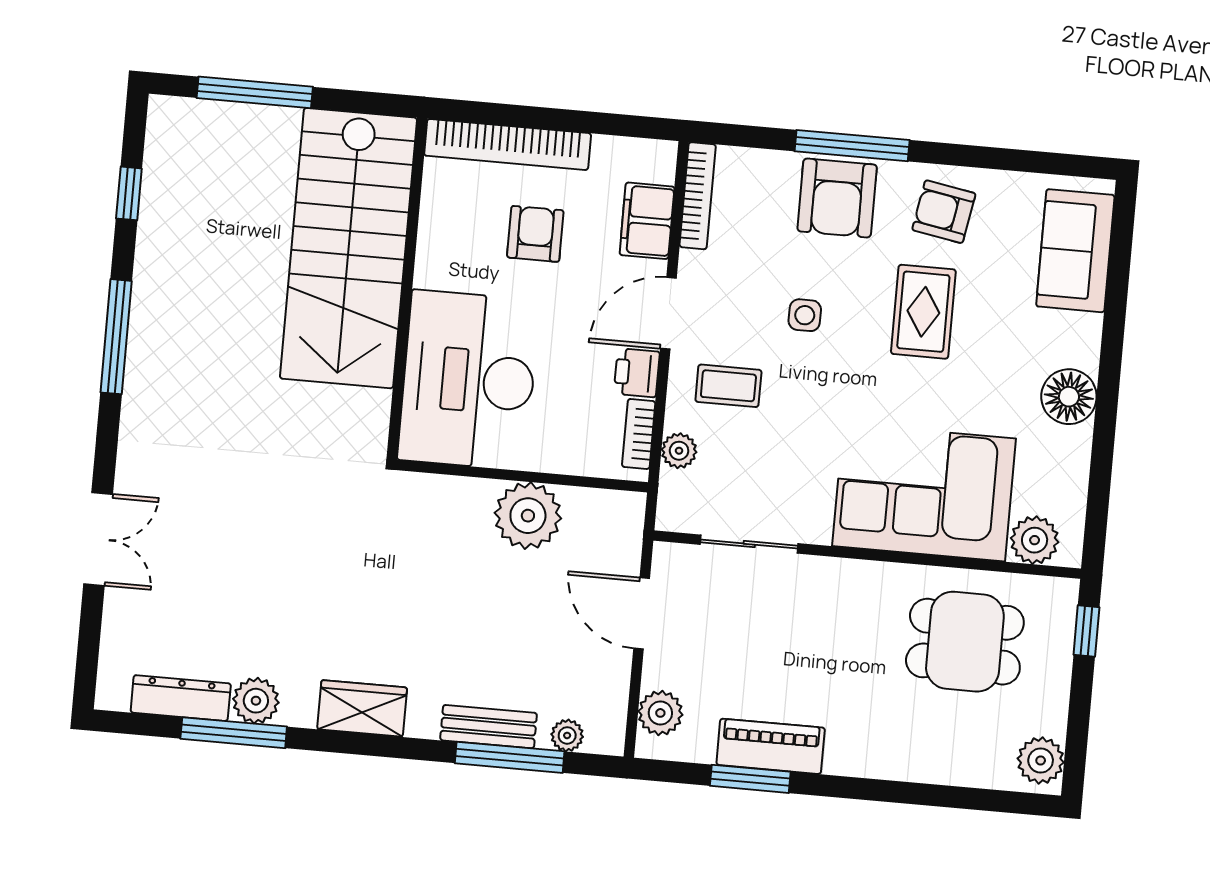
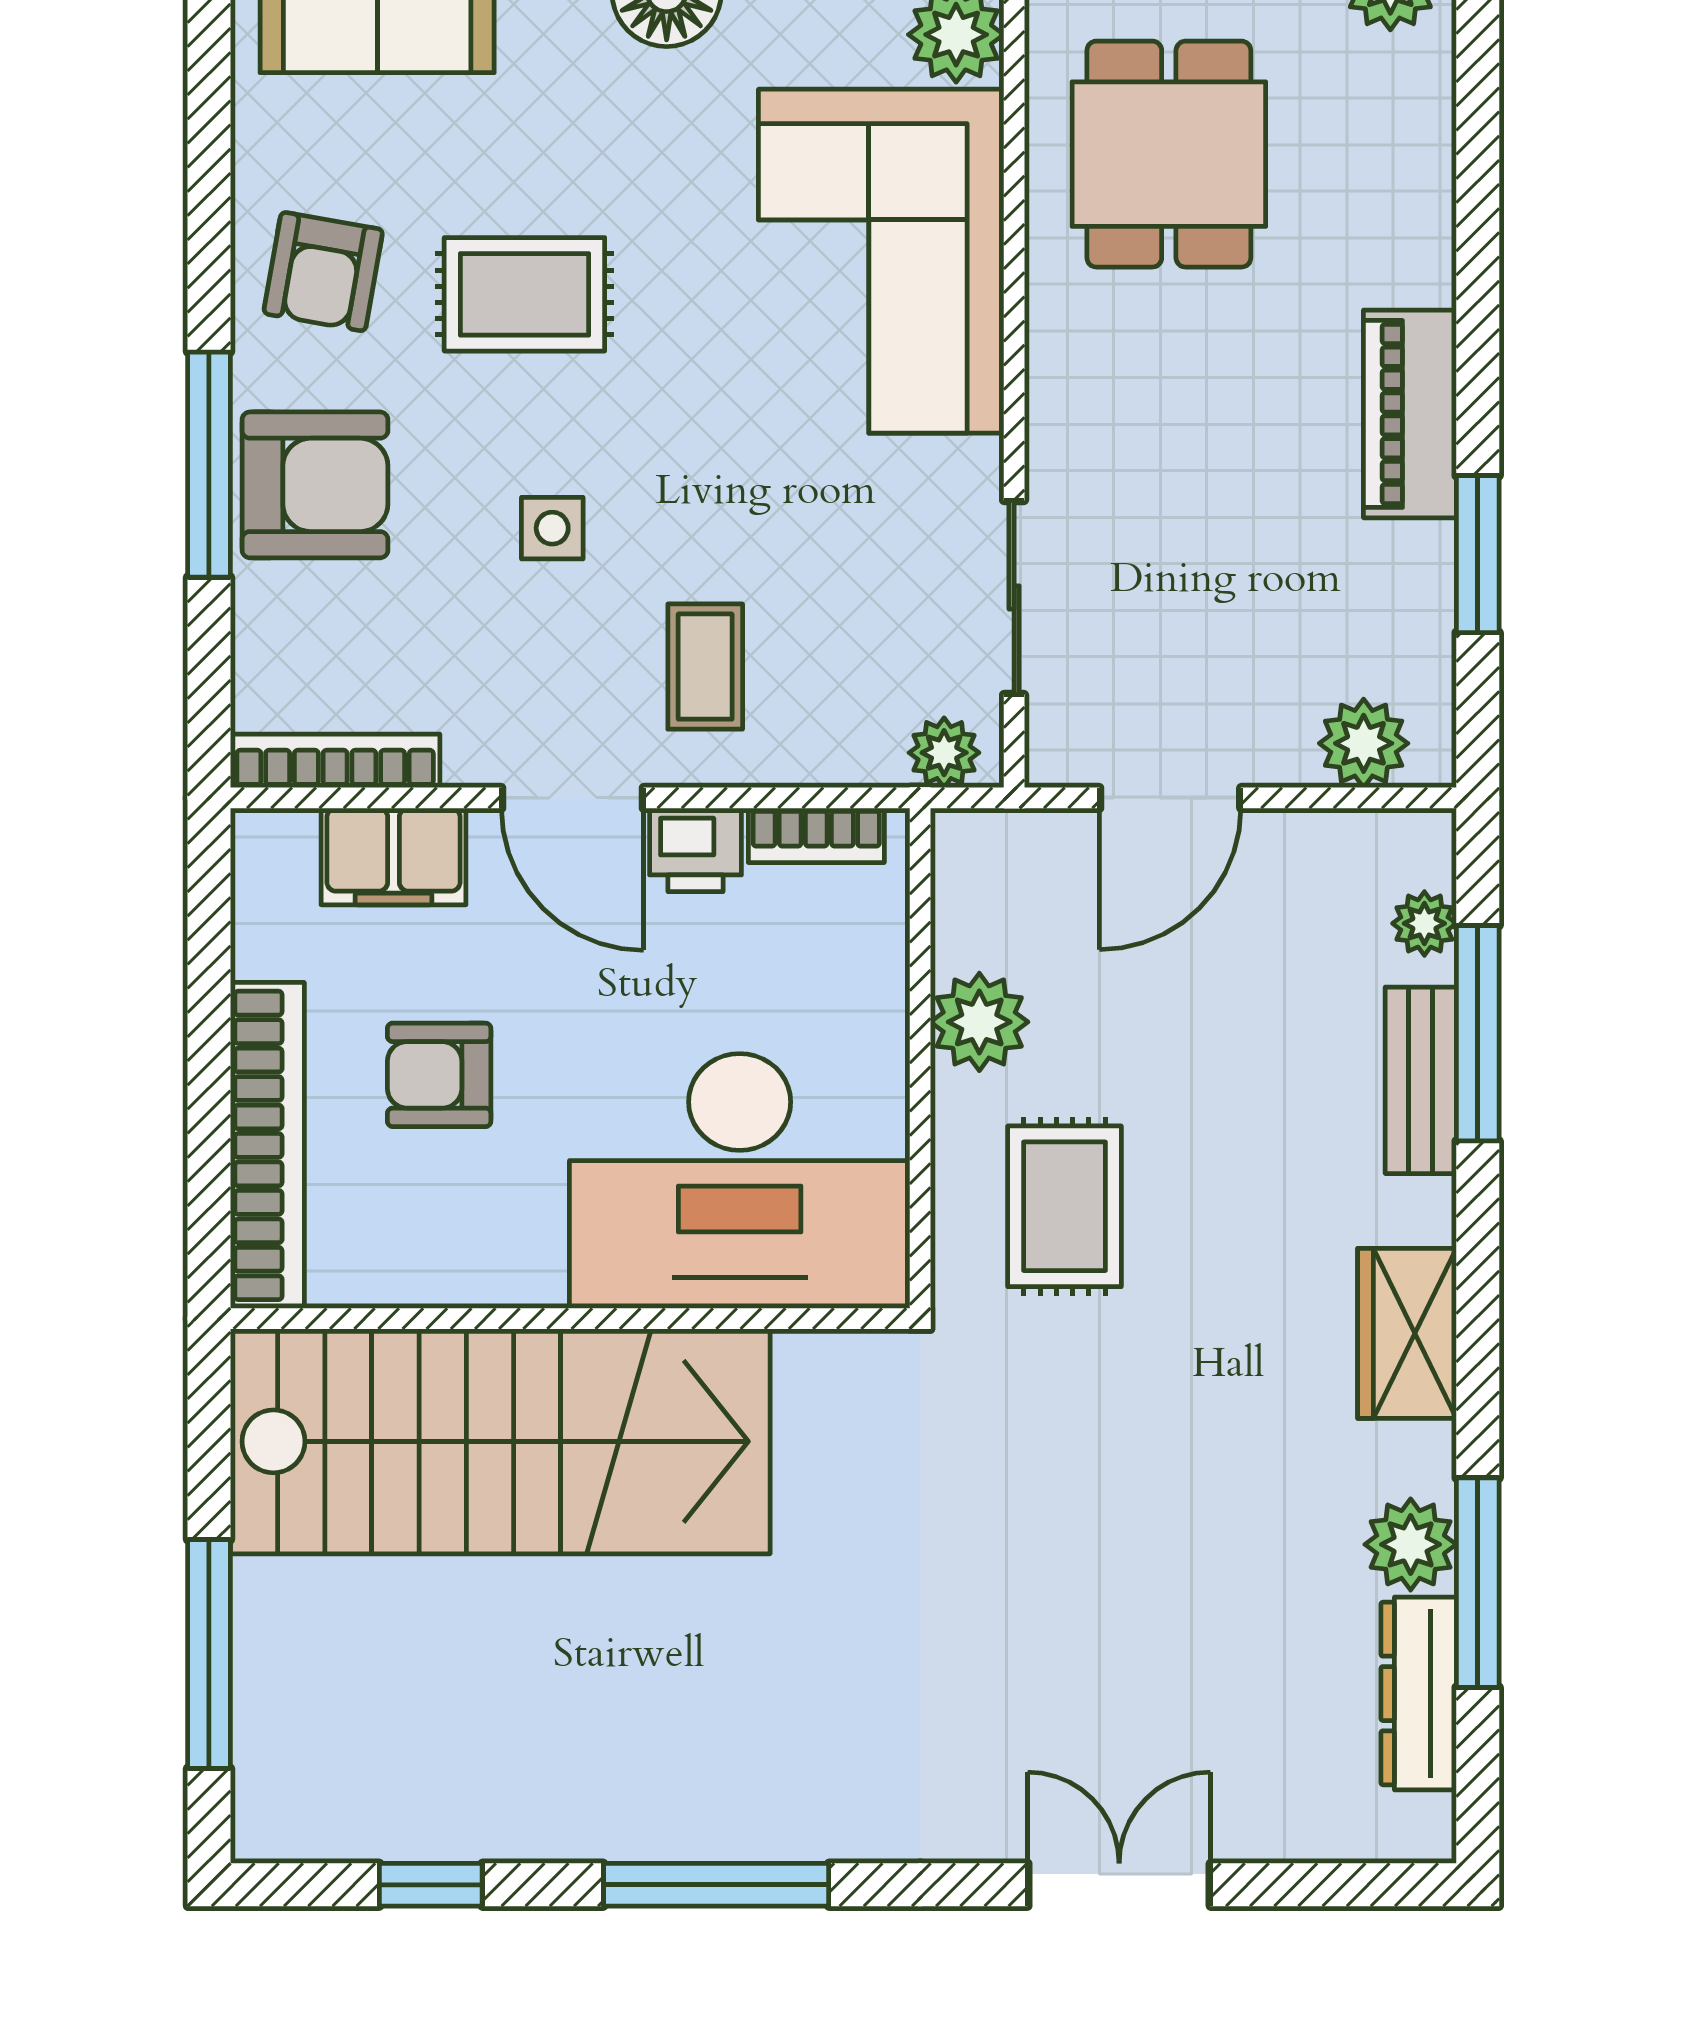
plant: (679, 451) -> (944, 753), moved
plant: (528, 516) -> (979, 1022), width x0.73, depth x0.73
rug: (441, 542) -> (1064, 1206), added
piano: (771, 746) -> (1410, 414), moved

